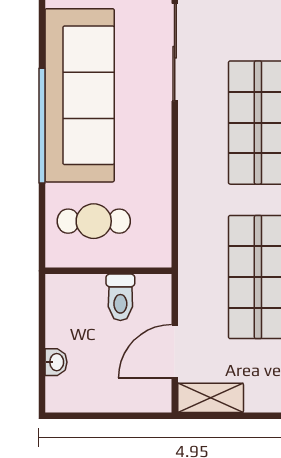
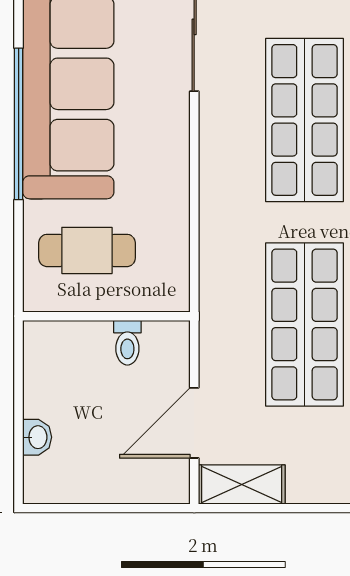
toilet: (120, 297) -> (127, 343), width x0.73, depth x0.72

